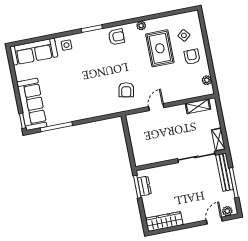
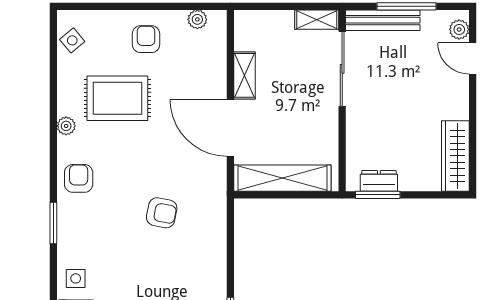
side table: (184, 35) -> (72, 40), moved
armchair: (192, 57) -> (146, 39), turned 90
armchair: (126, 90) -> (162, 213), moved
shelving: (198, 106) -> (245, 75), moved
door: (156, 107) -> (230, 128), width x1.88
shelving: (136, 138) -> (282, 178), added

